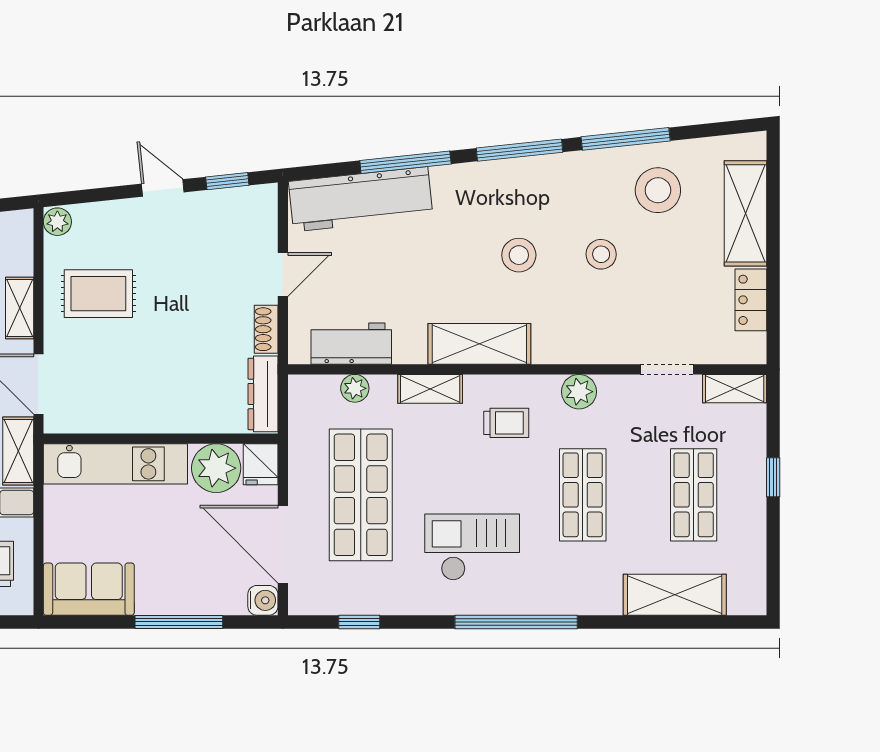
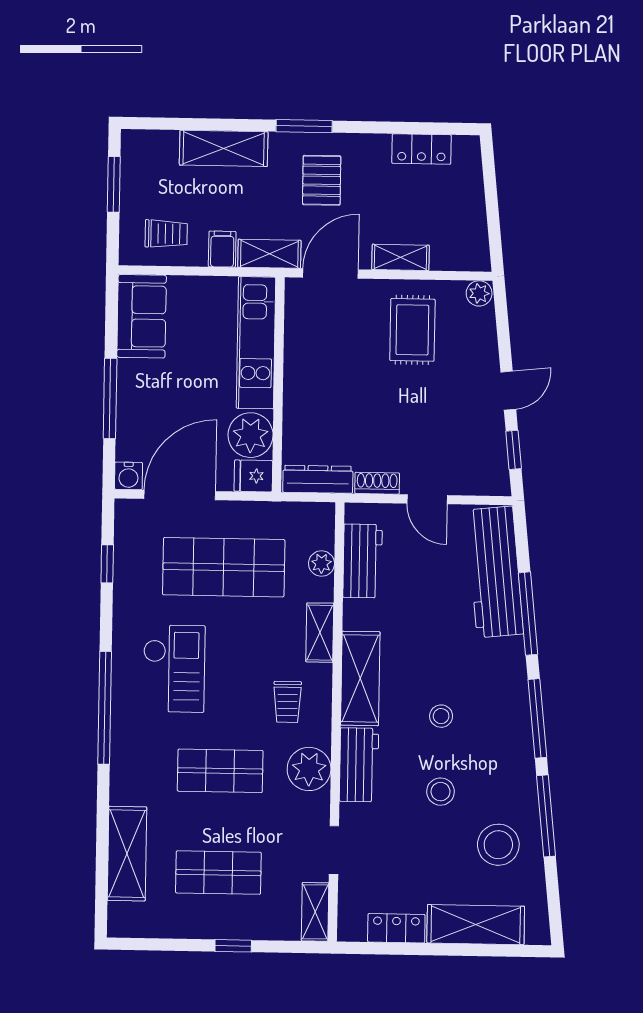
stool: (519, 255) -> (441, 716), width x0.73, depth x0.73
workbench: (573, 344) -> (359, 765), added
plant: (579, 392) -> (309, 769), width x1.36, depth x1.36

